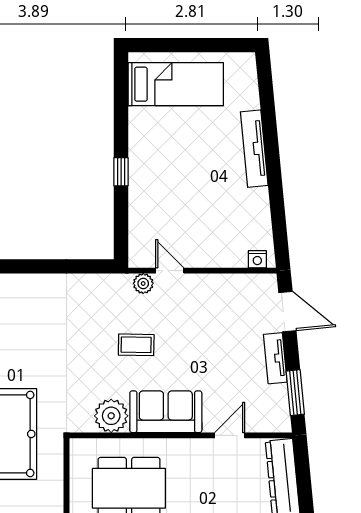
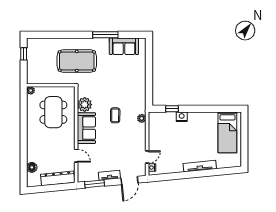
window: (121, 172) -> (172, 109), moved
nightstand: (140, 191) -> (182, 117), added
door: (170, 271) -> (147, 157), moved

